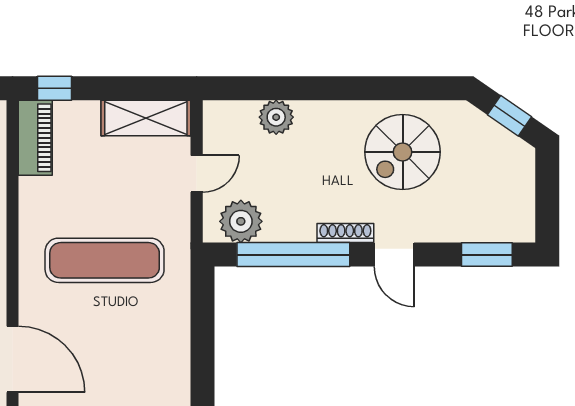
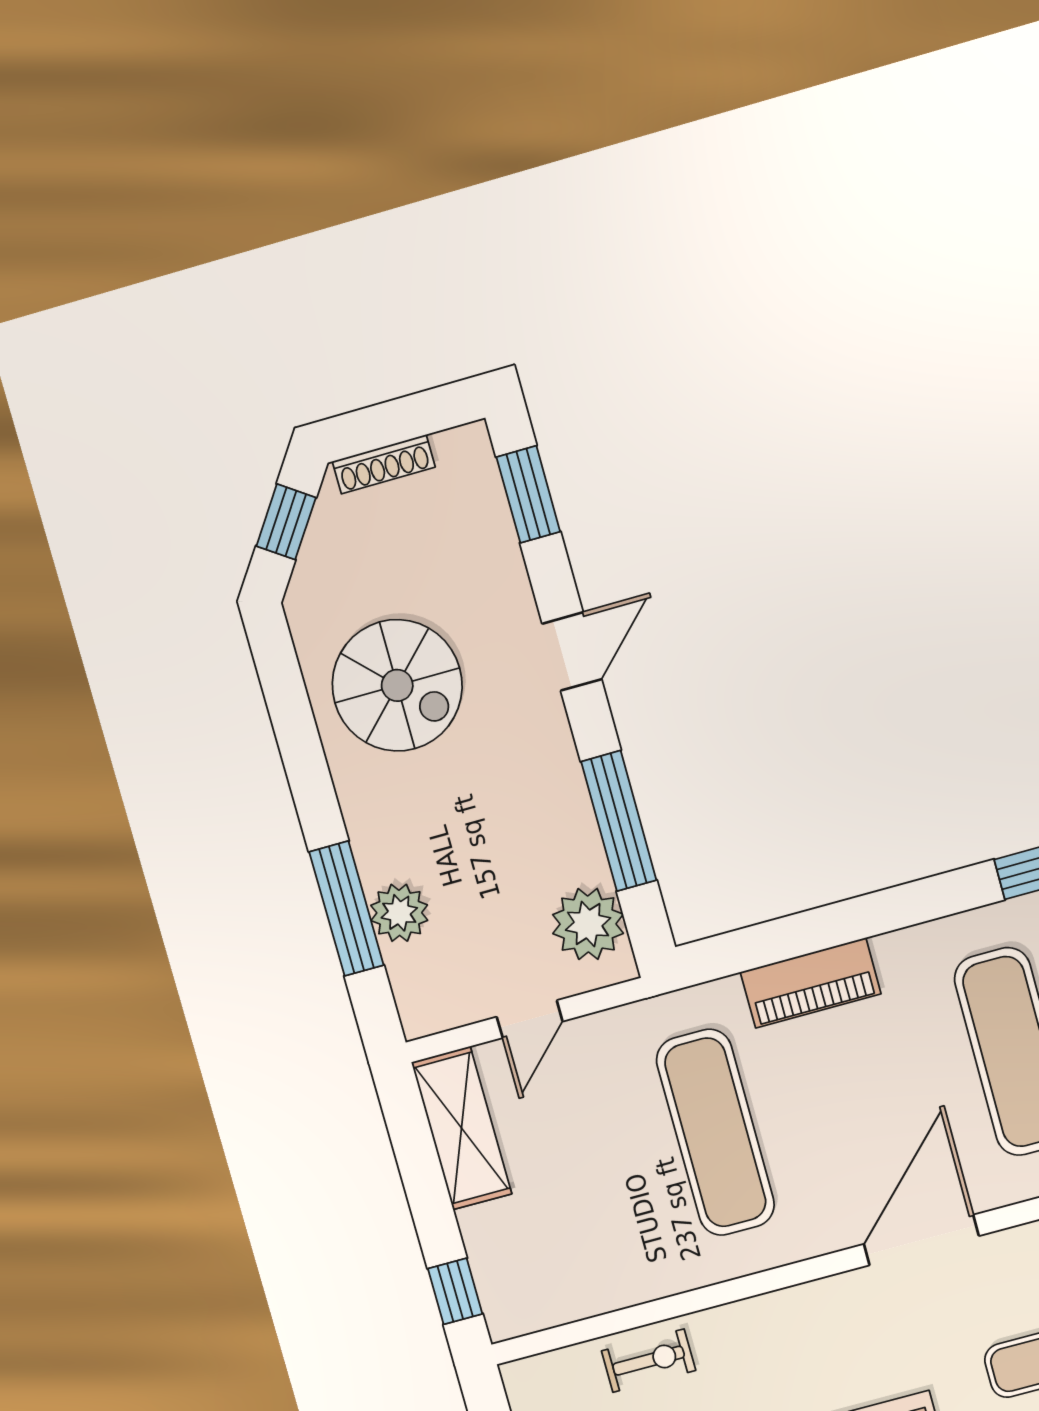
window: (287, 88) -> (346, 909), added
piano: (35, 138) -> (811, 983), moved, turned 180
door: (197, 174) -> (530, 1019), swing flipped
shoe rack: (345, 233) -> (384, 464), moved, turned -90
window: (293, 255) -> (619, 821), width x0.68

